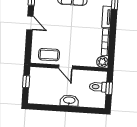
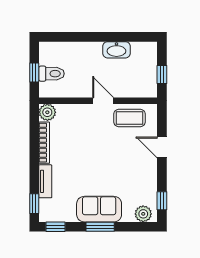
door: (30, 23) -> (162, 147), moved
washbasin: (69, 100) -> (116, 50), moved

